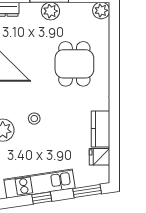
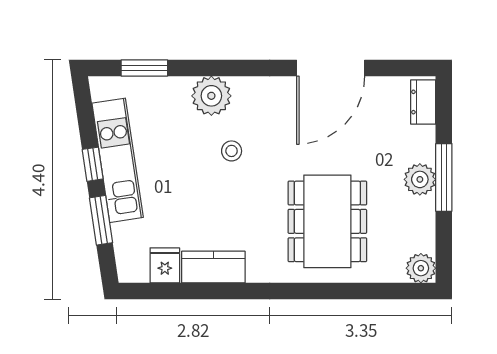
dining table: (74, 64) -> (327, 221), width x1.37
window: (87, 191) -> (101, 220), moved

